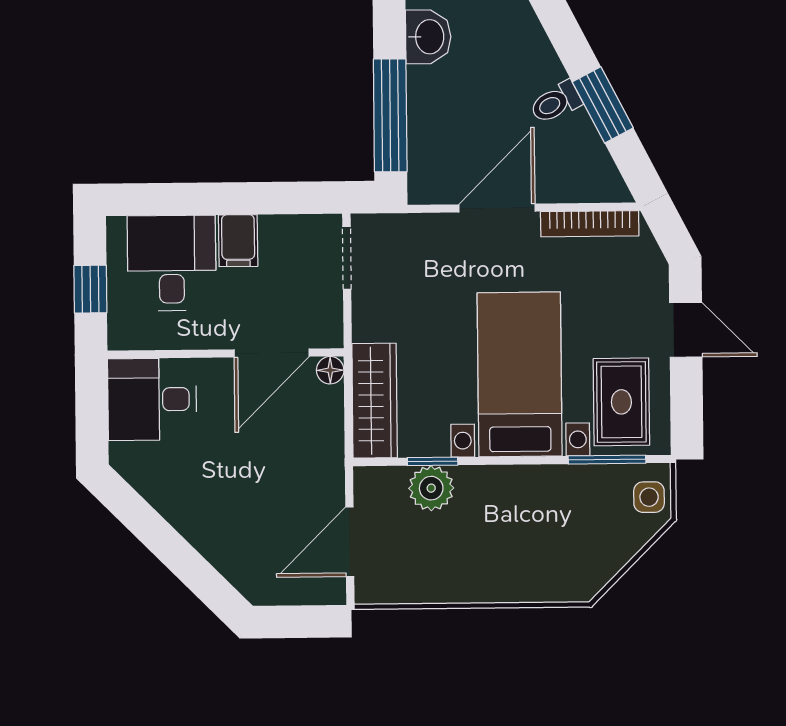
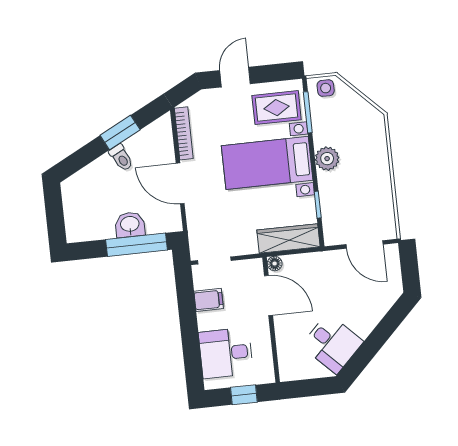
washbasin: (428, 37) -> (130, 225), moved
filing cabinet: (238, 241) -> (209, 300), moved
desk: (152, 399) -> (332, 343), moved, turned -45
plant: (431, 488) -> (327, 159), moved

